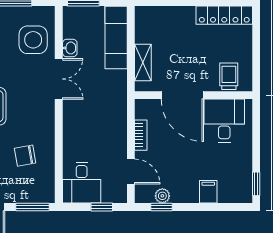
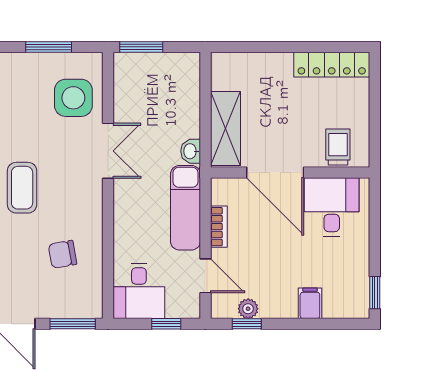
exam couch: (116, 37) -> (185, 208), moved
washbasin: (70, 48) -> (191, 151), moved, turned 180
shelving: (143, 62) -> (225, 129), width x1.50, depth x1.33

